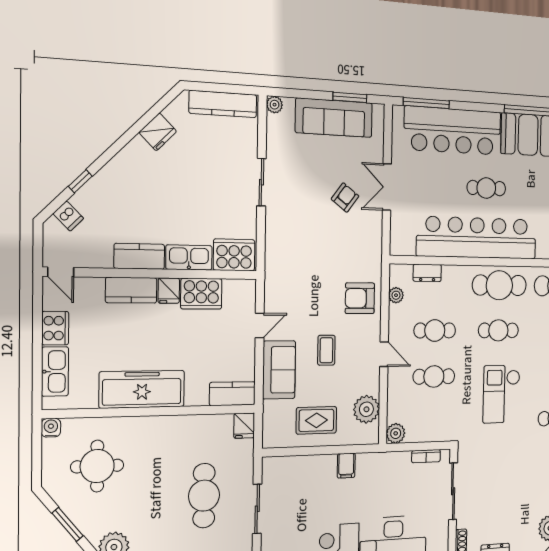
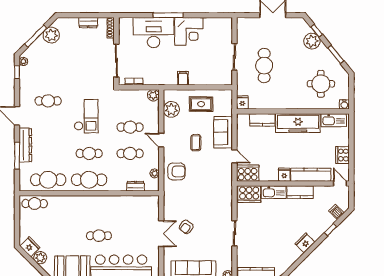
fridge: (158, 132) -> (305, 243), moved
bar counter: (477, 238) -> (104, 207), removed
kitchen counter: (131, 290) -> (311, 175), width x1.50
cooker: (201, 294) -> (248, 173), moved
door: (260, 325) -> (234, 156), swing flipped
kitchen sink: (55, 371) -> (334, 120), moved, turned -90
kitchen counter: (232, 394) -> (262, 120), moved

